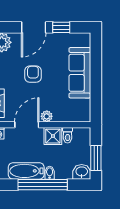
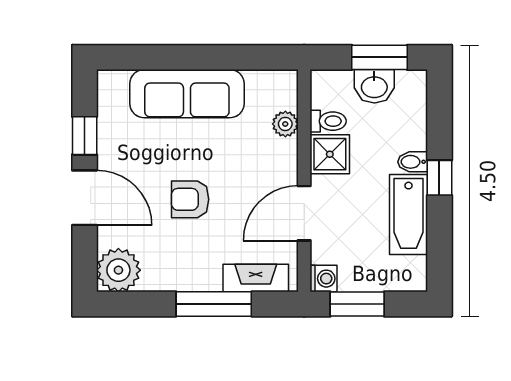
plant: (47, 116) -> (285, 124), moved
door: (27, 125) -> (304, 213), hinge flipped
washbasin: (82, 172) -> (374, 86), moved, turned -90
window: (43, 185) -> (439, 178), width x0.32

